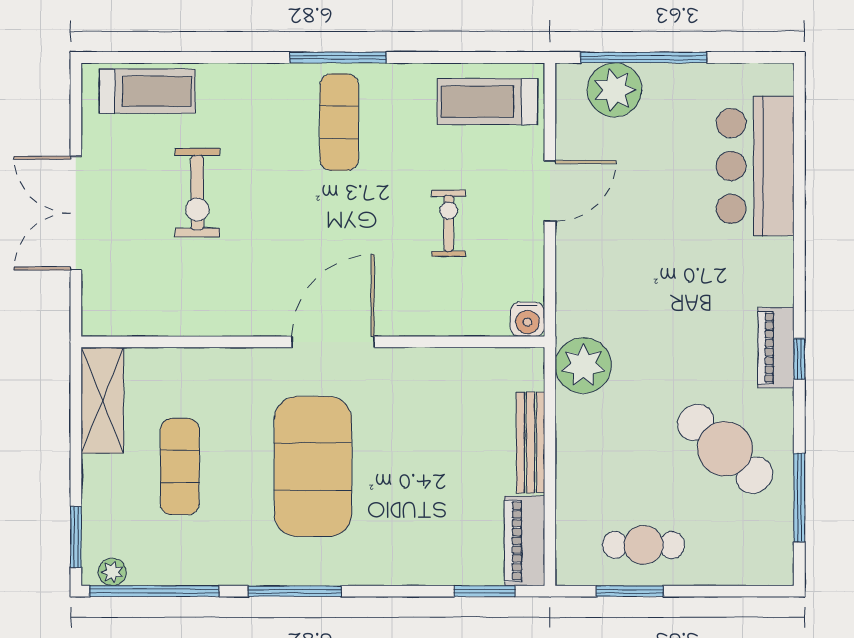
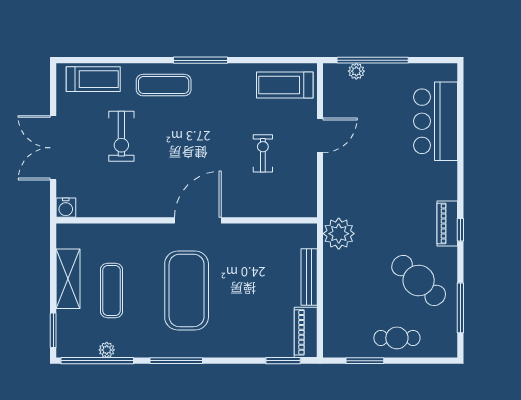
plant: (615, 90) -> (356, 71), width x0.53, depth x0.53
exercise mat: (339, 122) -> (164, 85), moved, turned 90
water cooler: (527, 319) -> (66, 208), moved
shelving: (102, 400) -> (68, 279), moved
cafe table: (643, 545) -> (397, 338), moved
plant: (112, 572) -> (107, 350), moved

